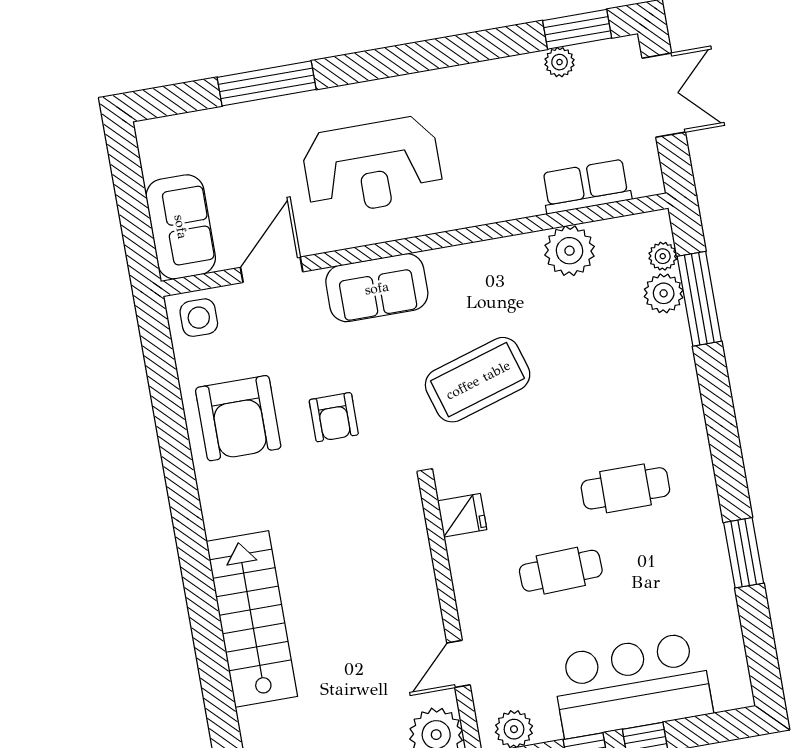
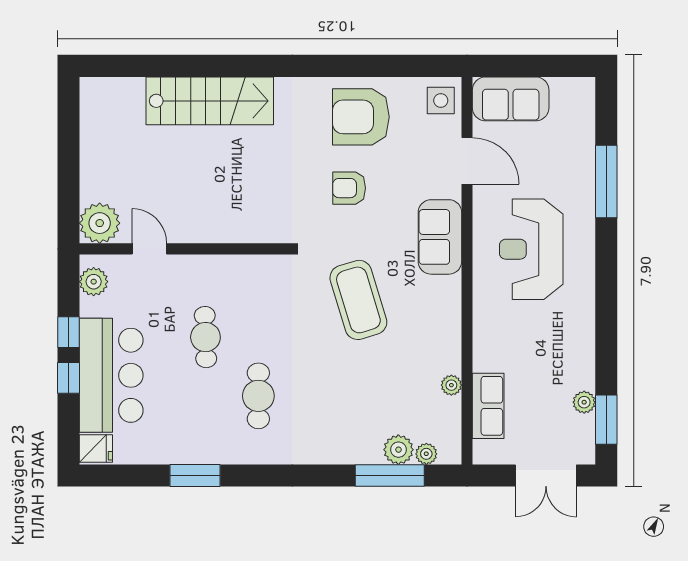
plant: (570, 251) -> (451, 385), width x0.53, depth x0.53
fridge: (462, 515) -> (96, 449), moved, turned -90

